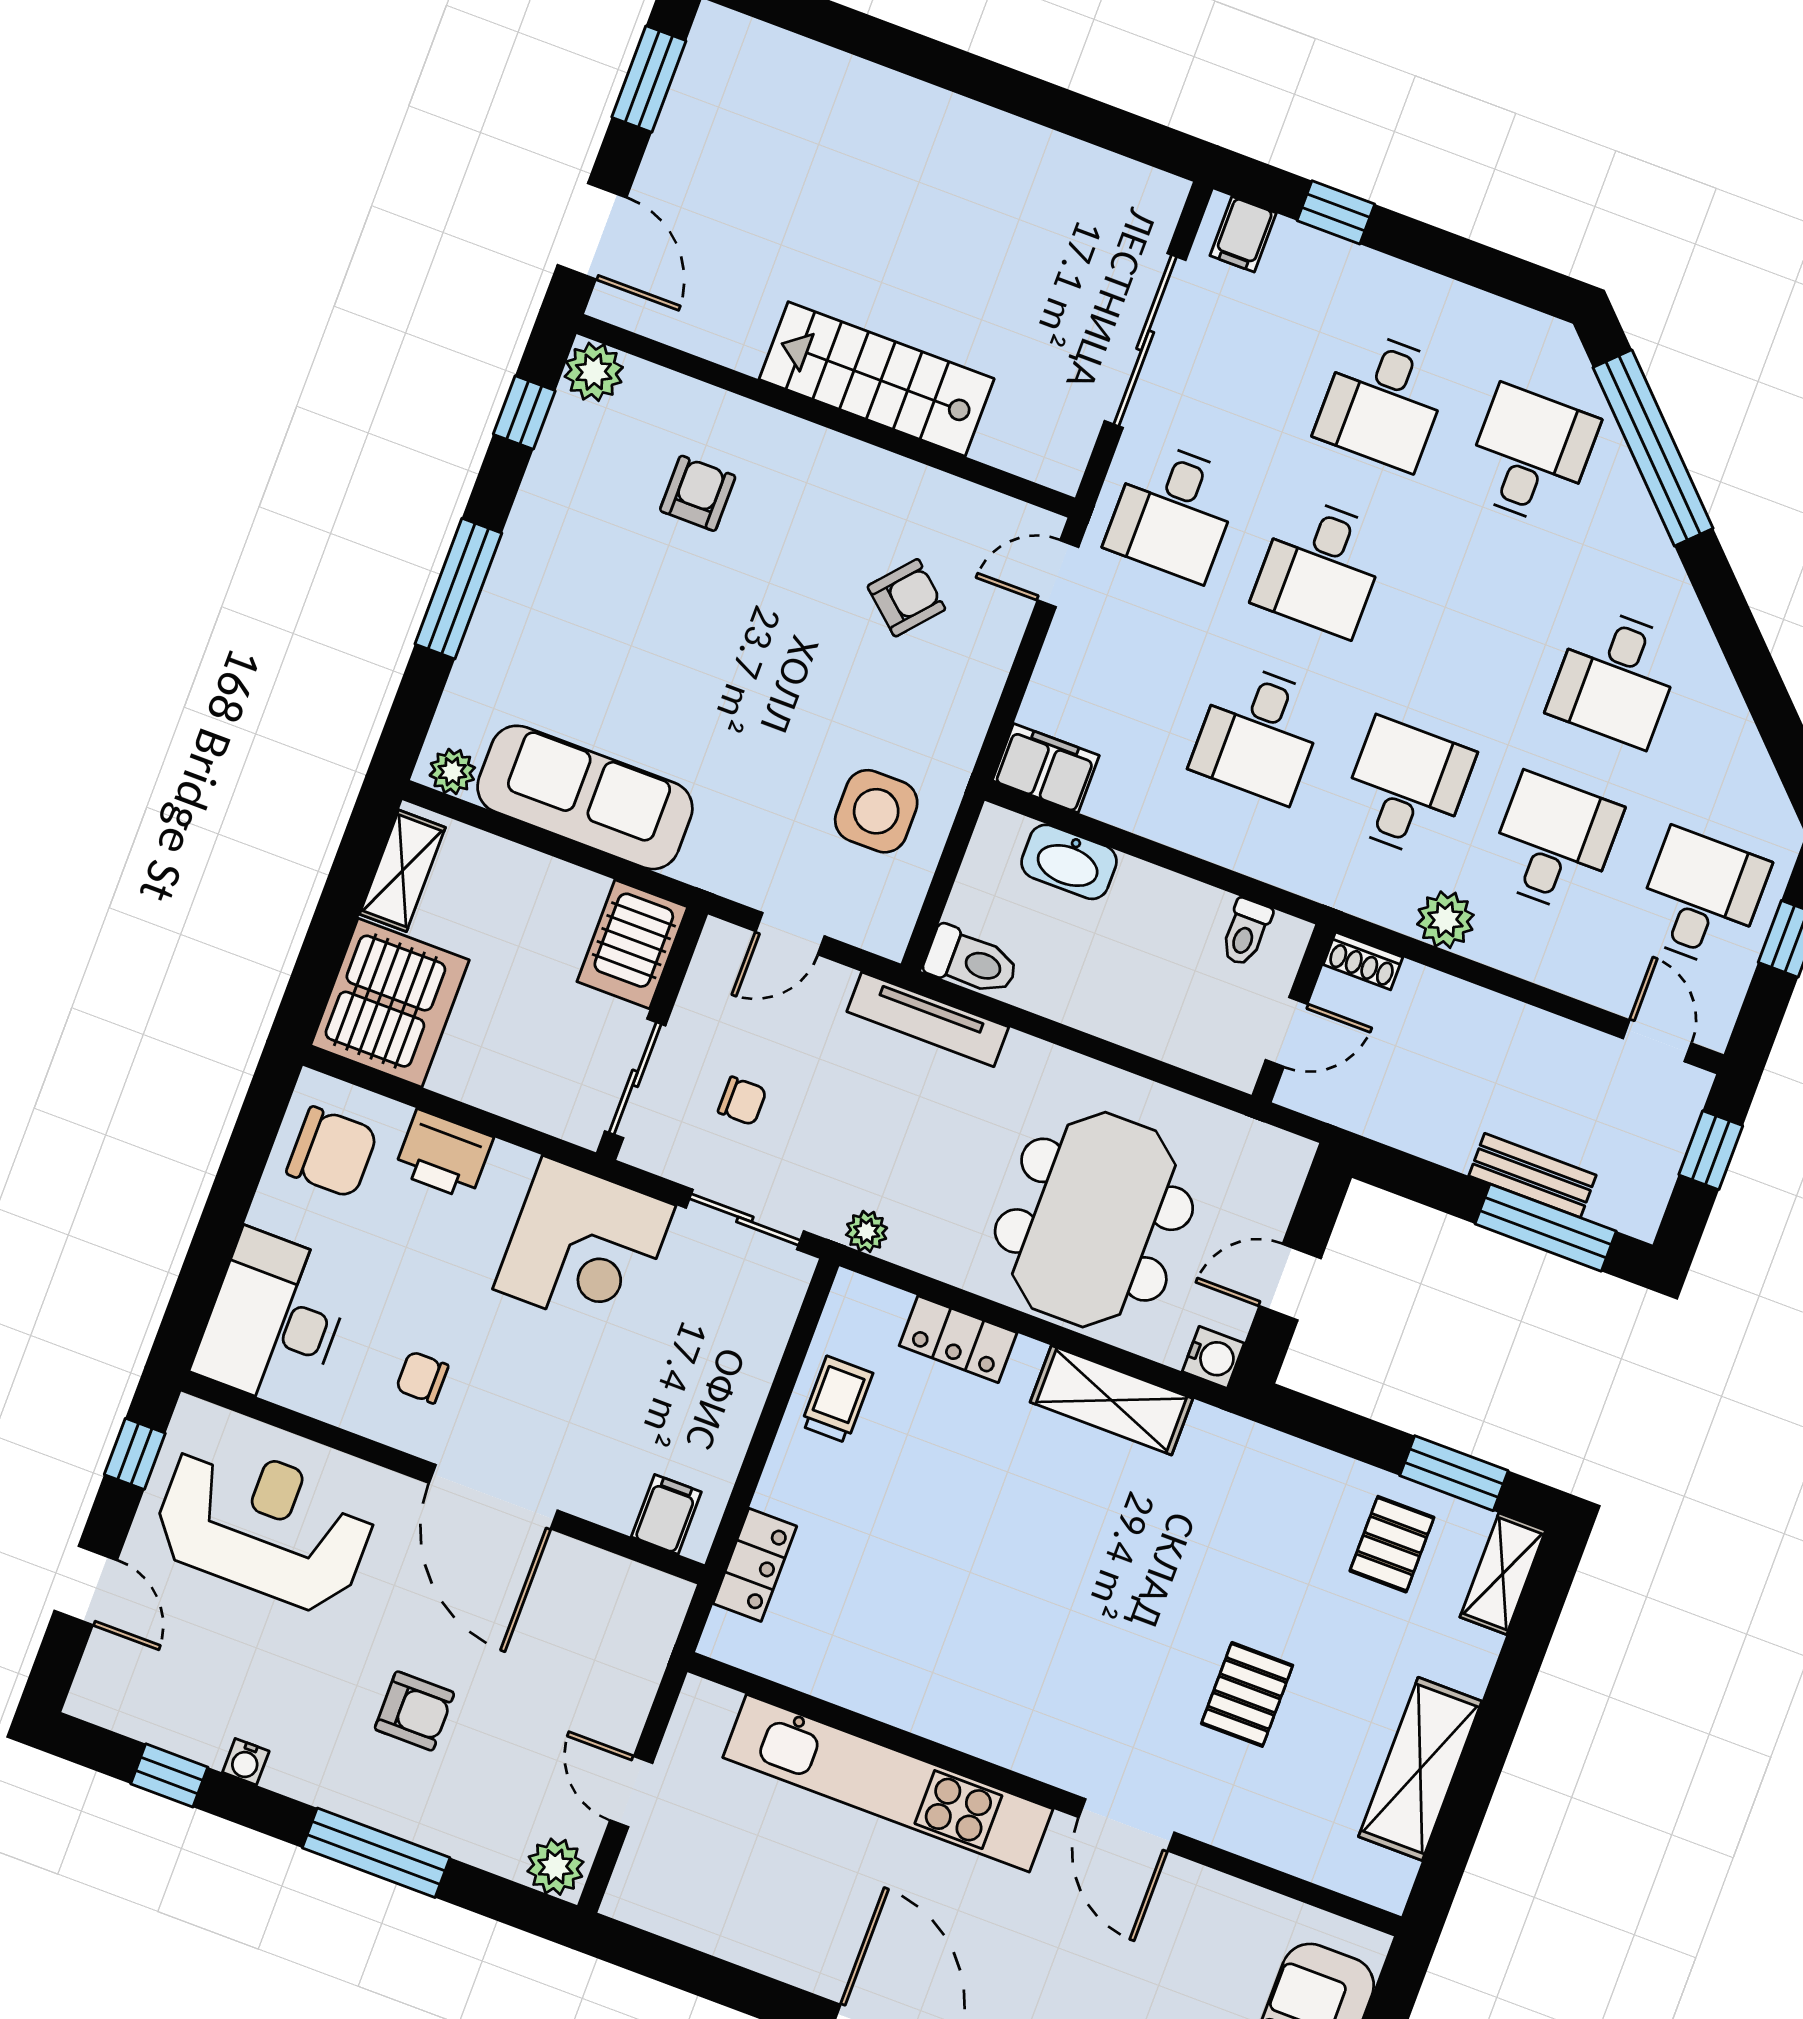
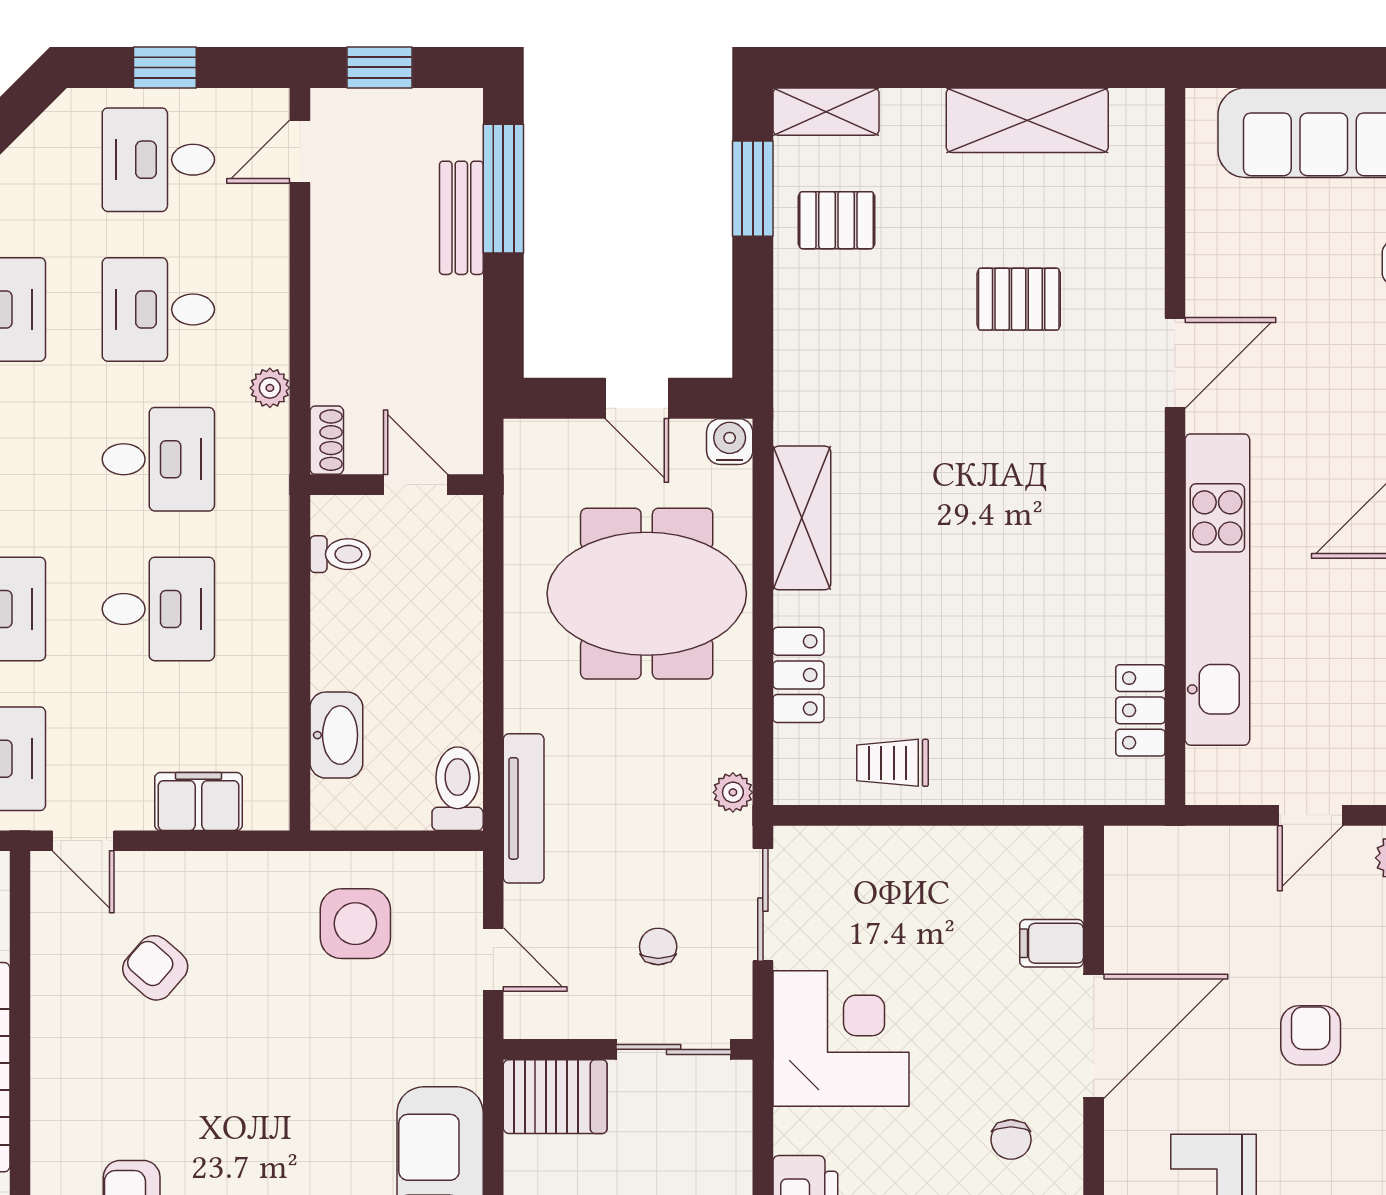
filing cabinet: (1046, 768) -> (198, 802), moved, turned 90
desk: (1406, 788) -> (158, 459), turned 180
plant: (1445, 920) -> (270, 388), width x0.73, depth x0.73
filing cabinet: (666, 1514) -> (1052, 943), moved
locker: (755, 1565) -> (1140, 710), moved, turned -90

